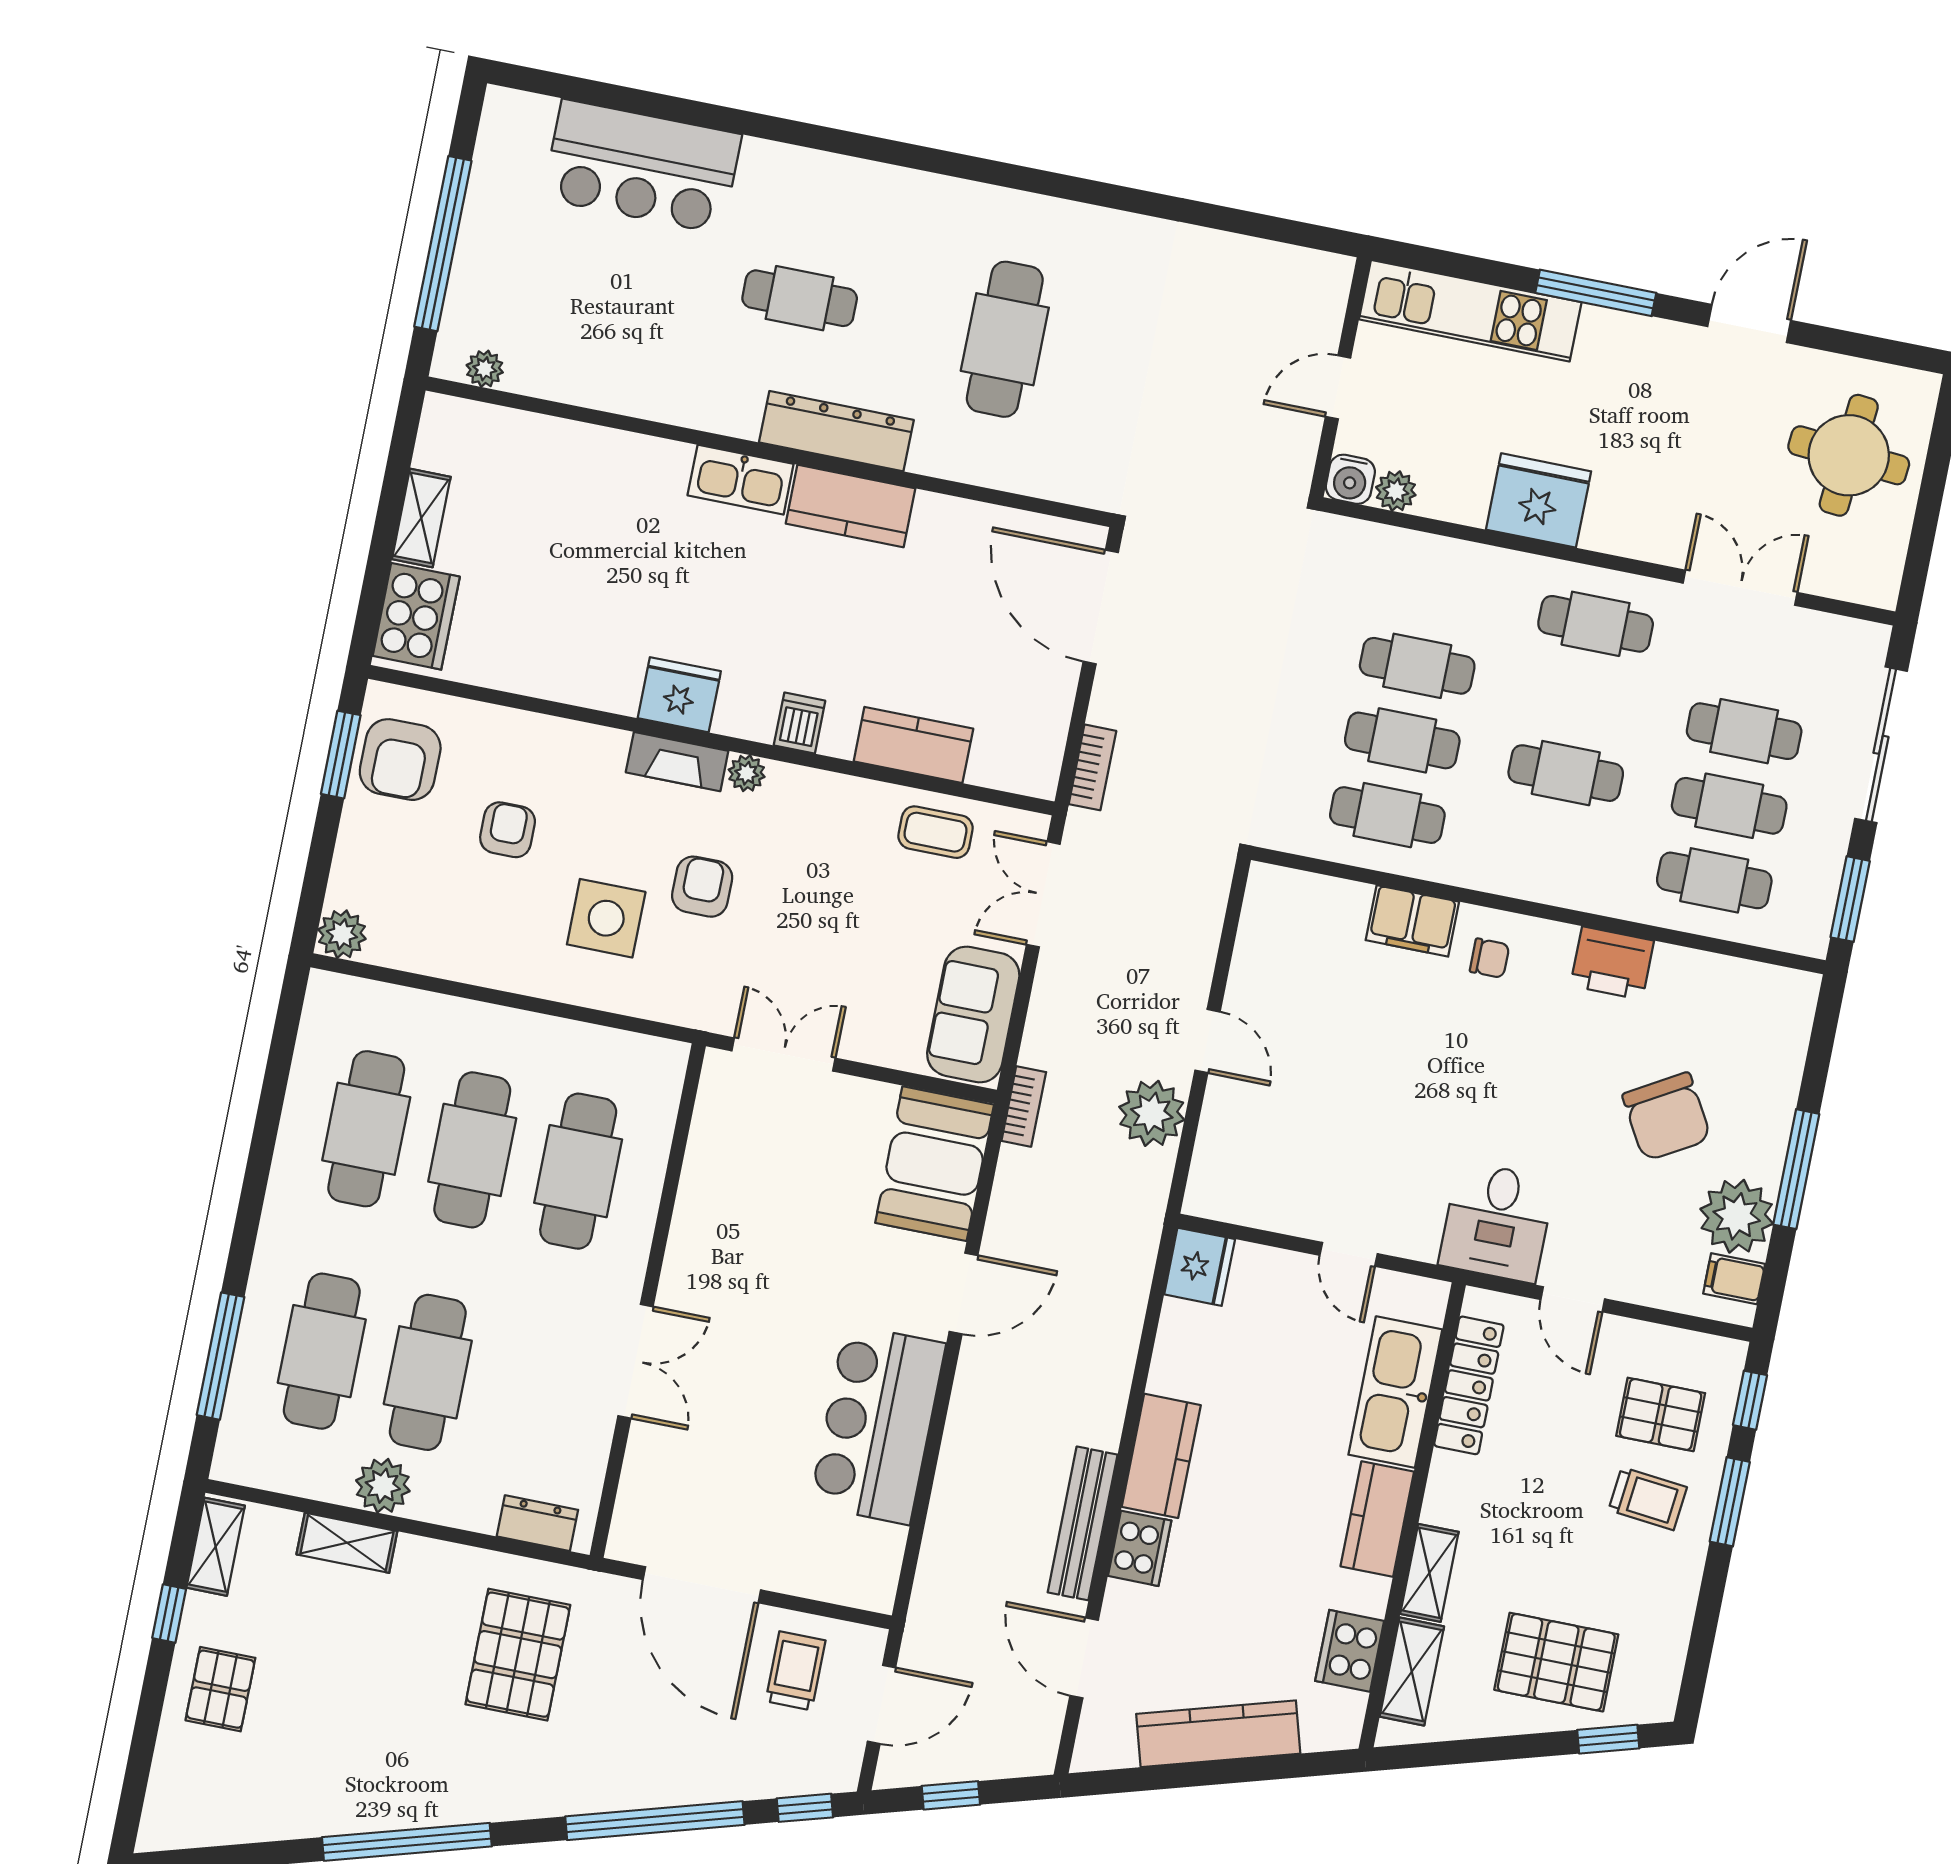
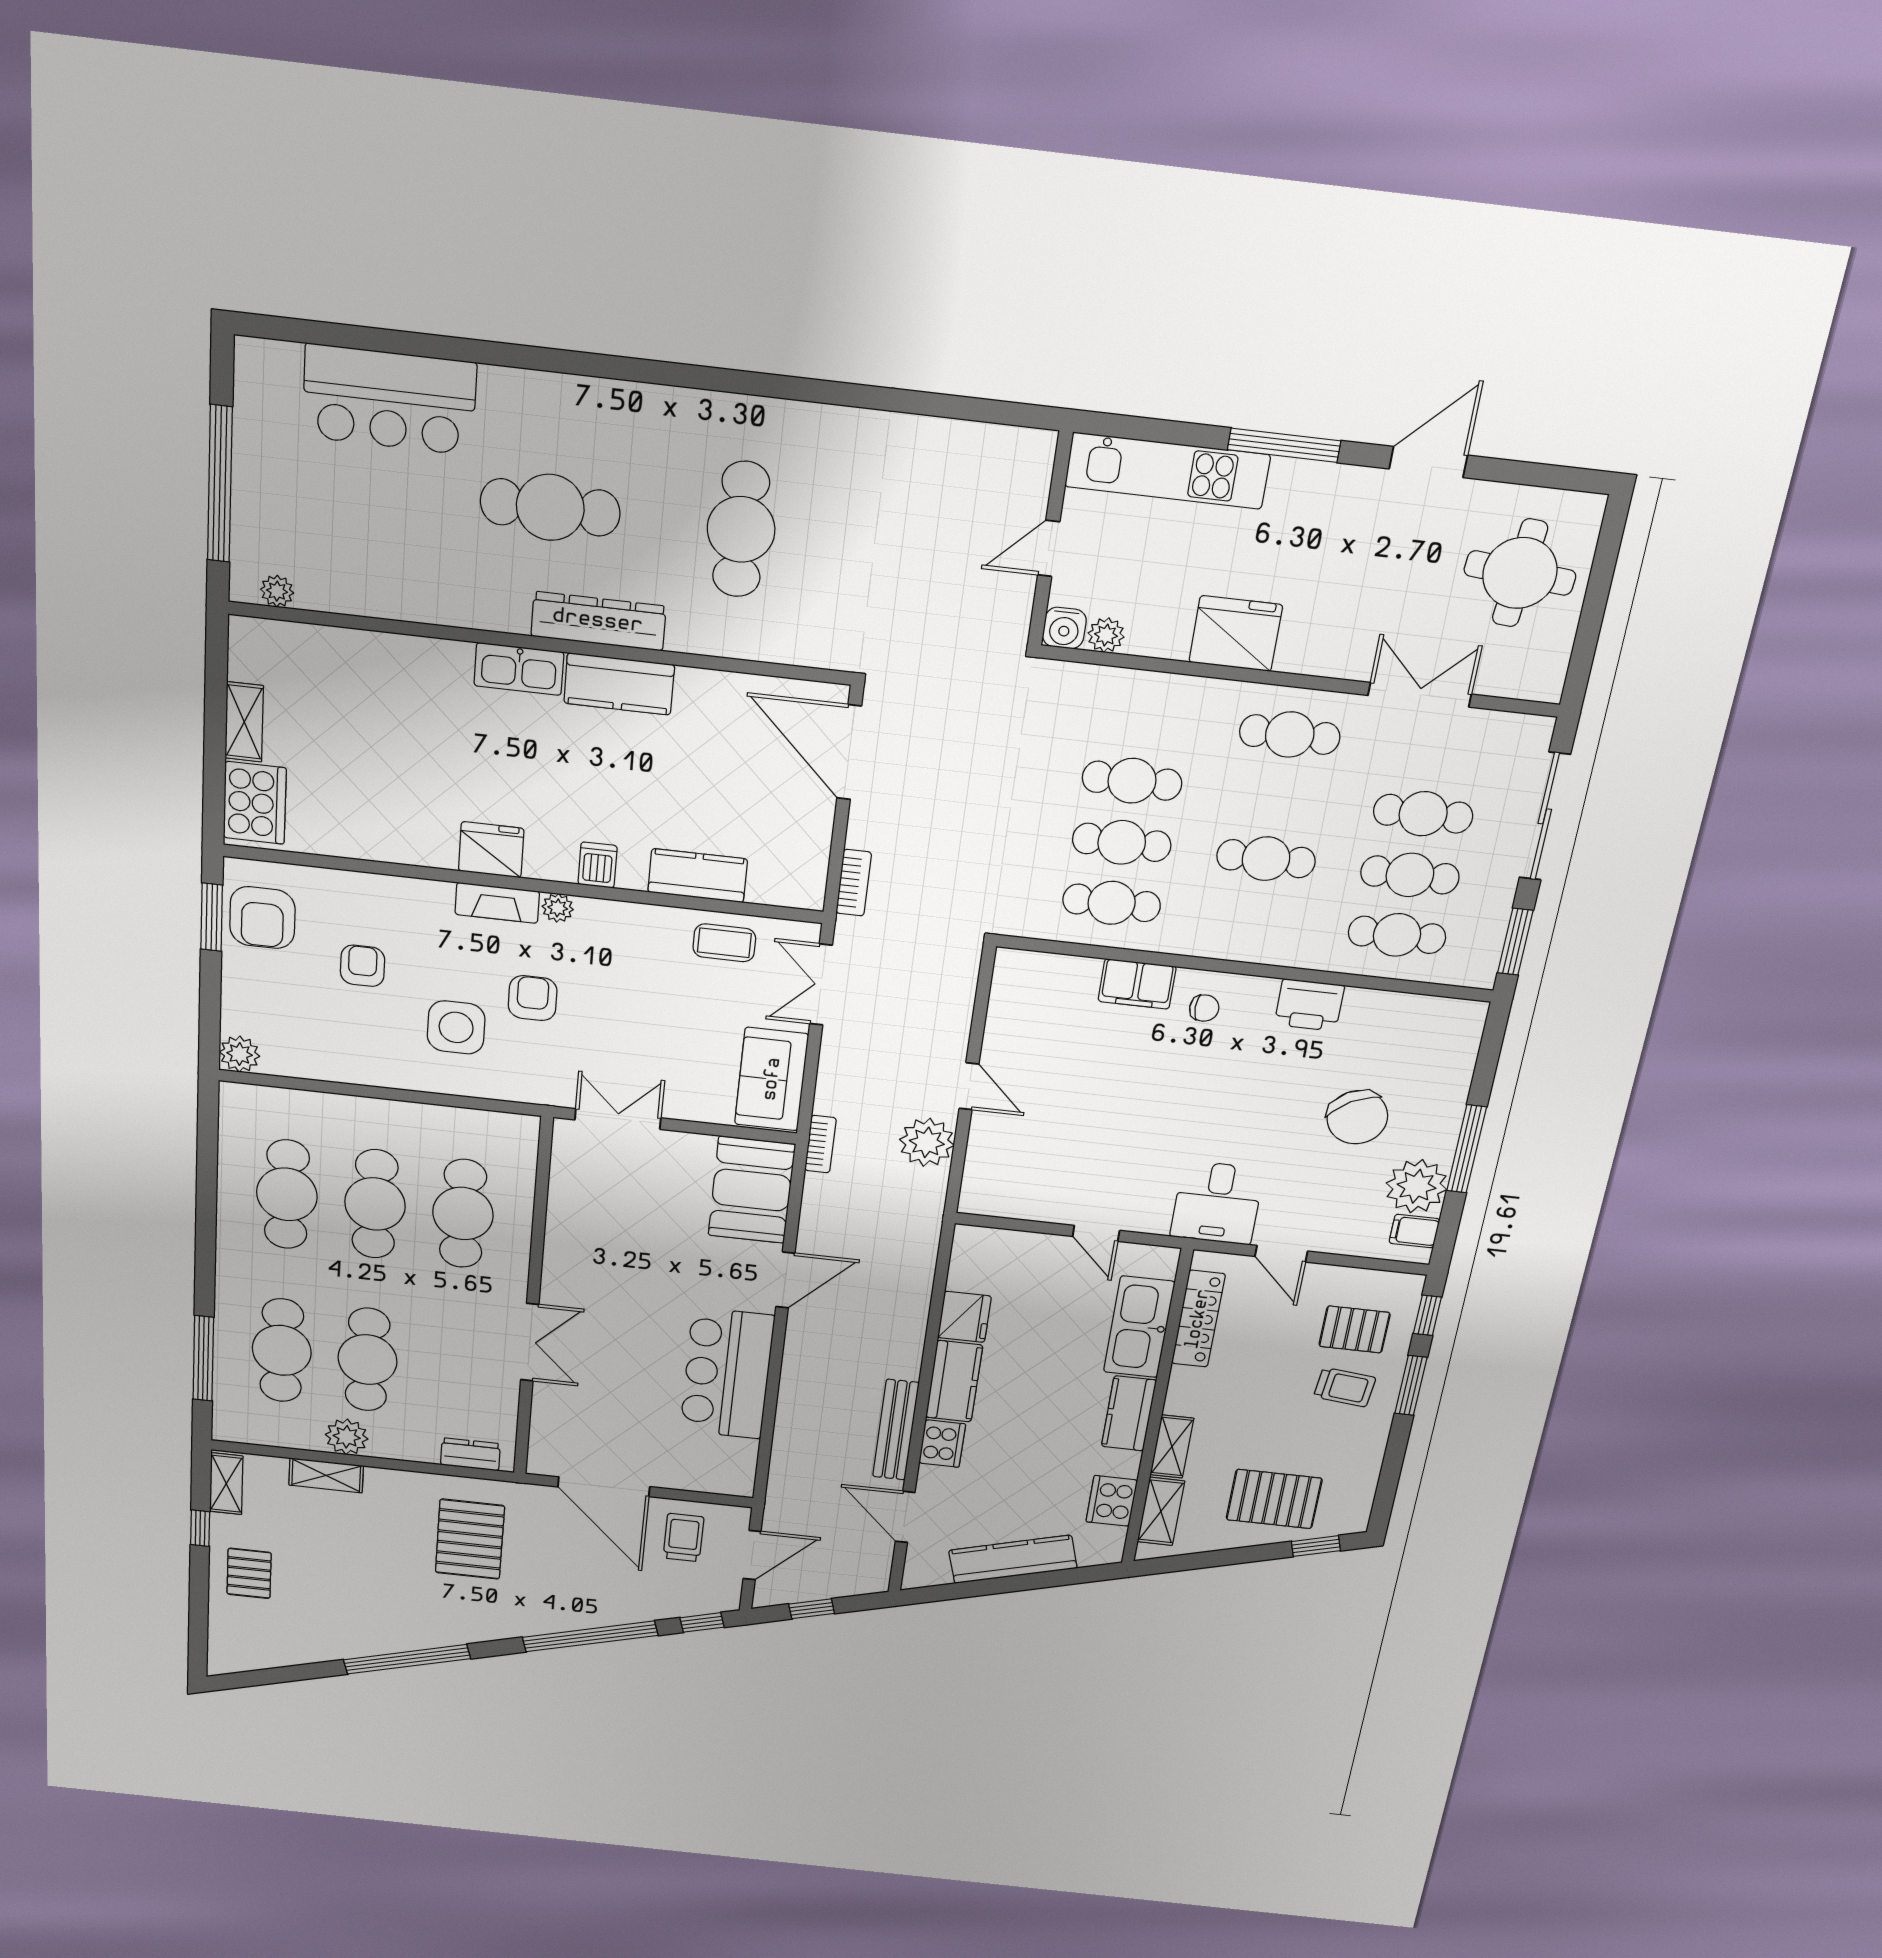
cafe table: (800, 298) -> (550, 507), width x1.37, depth x1.35
fridge: (1200, 1267) -> (965, 1317), moved

